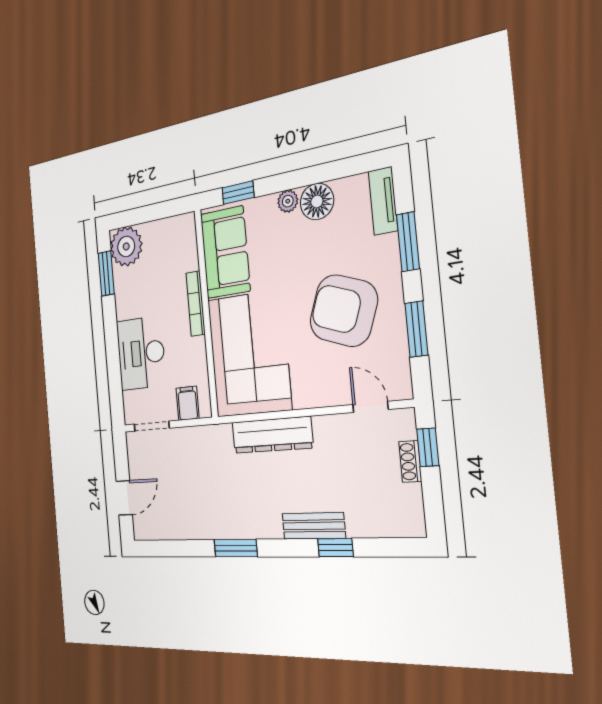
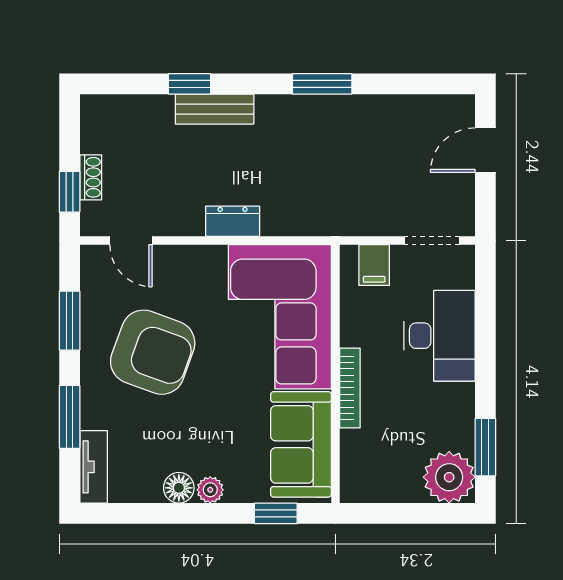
floor lamp: (317, 201) -> (179, 488), width x0.73, depth x0.73
dresser: (272, 435) -> (233, 221), width x0.51, depth x0.80

